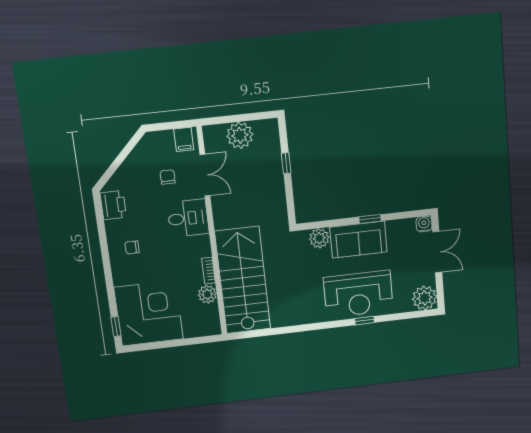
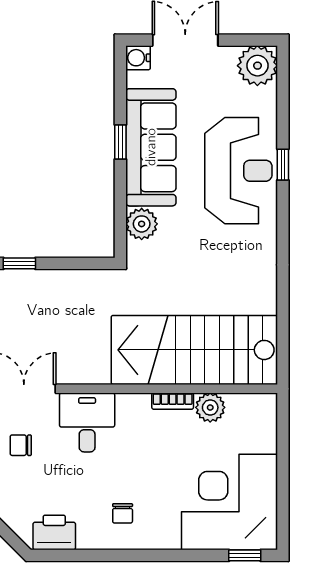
sofa: (358, 240) -> (151, 147), width x1.36

